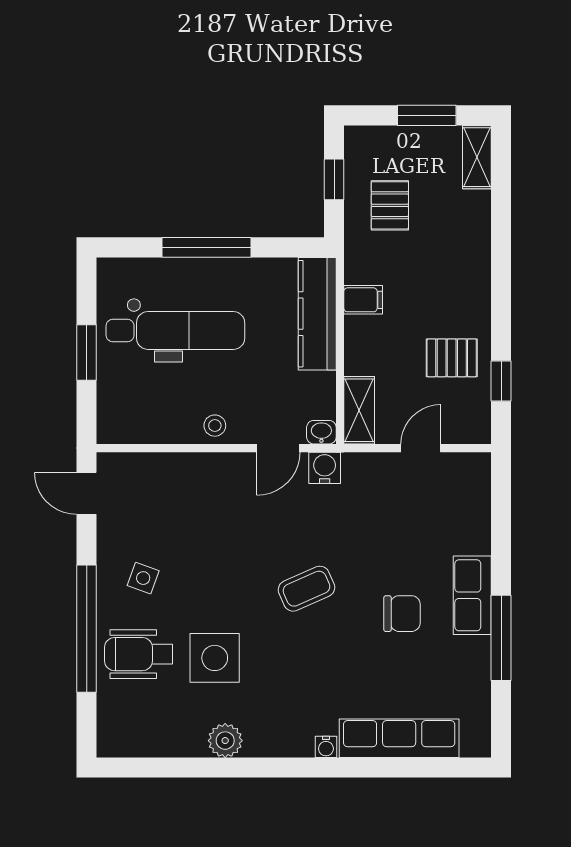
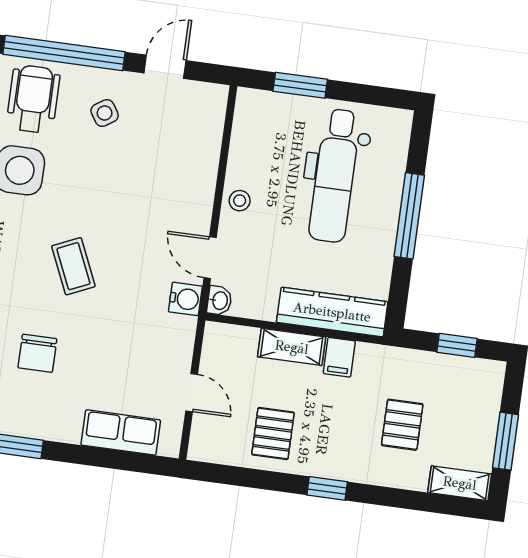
pallet: (390, 205) -> (402, 425), moved, turned 90
window: (87, 352) -> (300, 85), moved
window: (501, 381) -> (327, 488), moved
shelving: (359, 410) -> (292, 347), moved
door: (87, 493) -> (165, 67), moved
side table: (143, 578) -> (105, 113), turned 37
row of seats: (472, 595) -> (121, 432), moved

